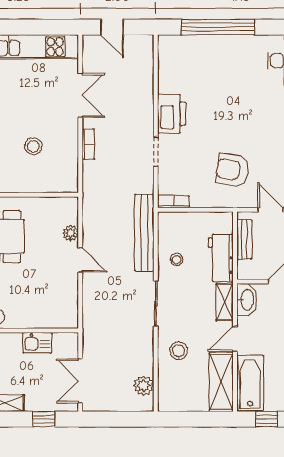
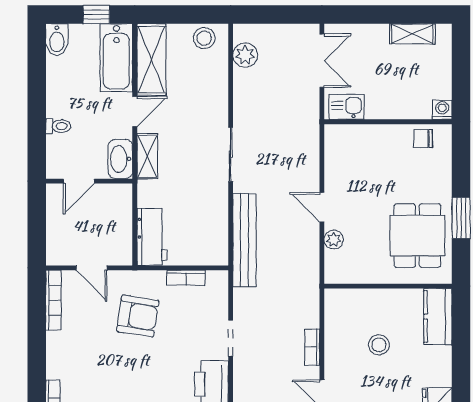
bookcase: (173, 202) -> (186, 278), moved
bench: (244, 239) -> (123, 232), removed
workbench: (221, 258) -> (152, 237), moved
stool: (177, 260) -> (205, 208), removed
kitchen sink: (37, 343) -> (347, 107), moved
stool: (179, 351) -> (204, 38), moved
window: (44, 419) -> (366, 15), removed

